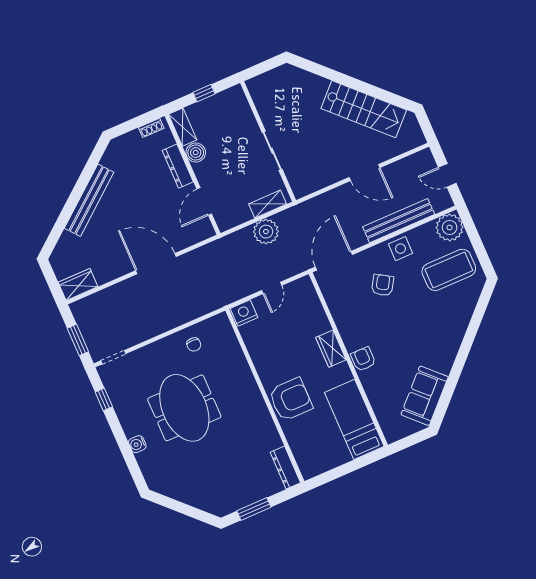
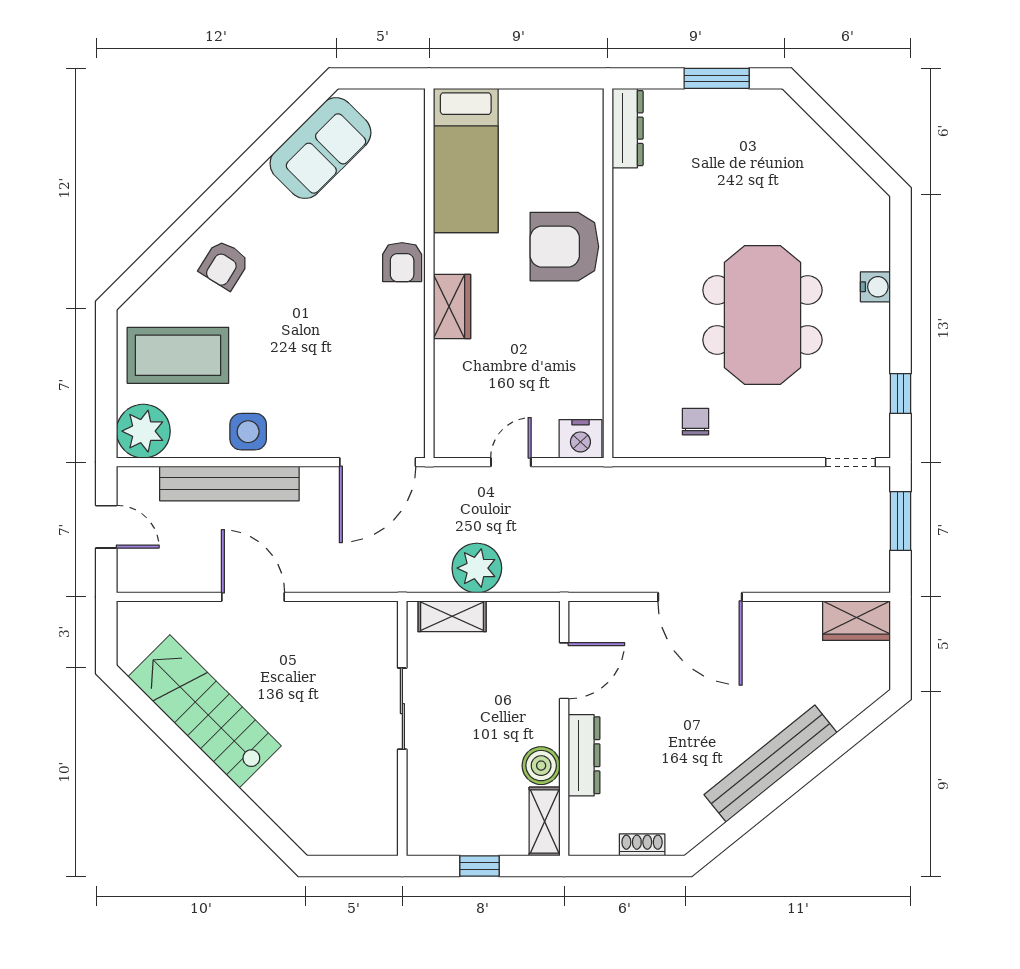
shoe rack: (151, 128) -> (642, 845), moved
armchair: (383, 285) -> (224, 265), moved

